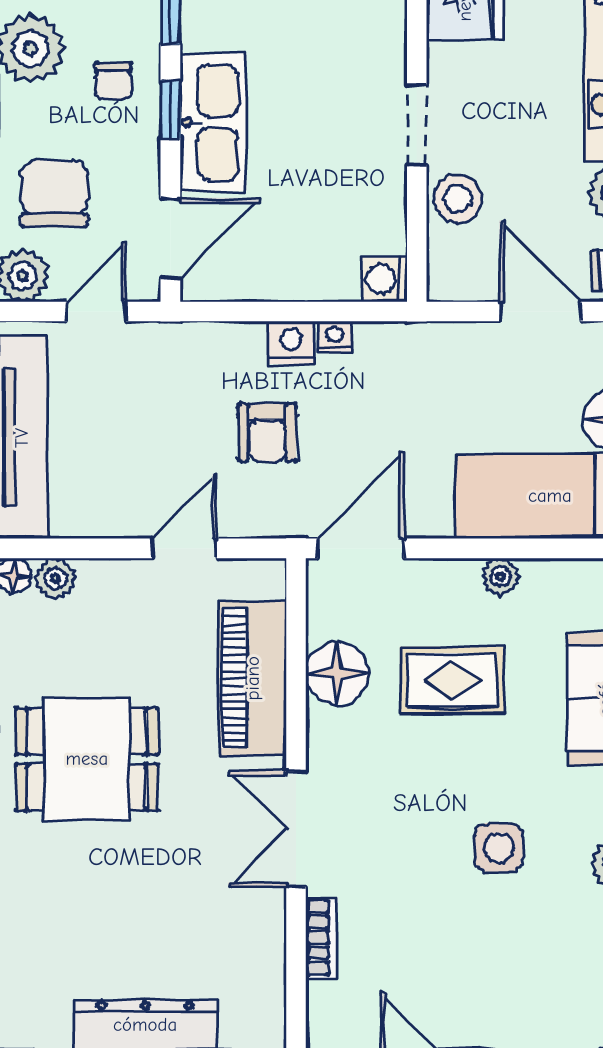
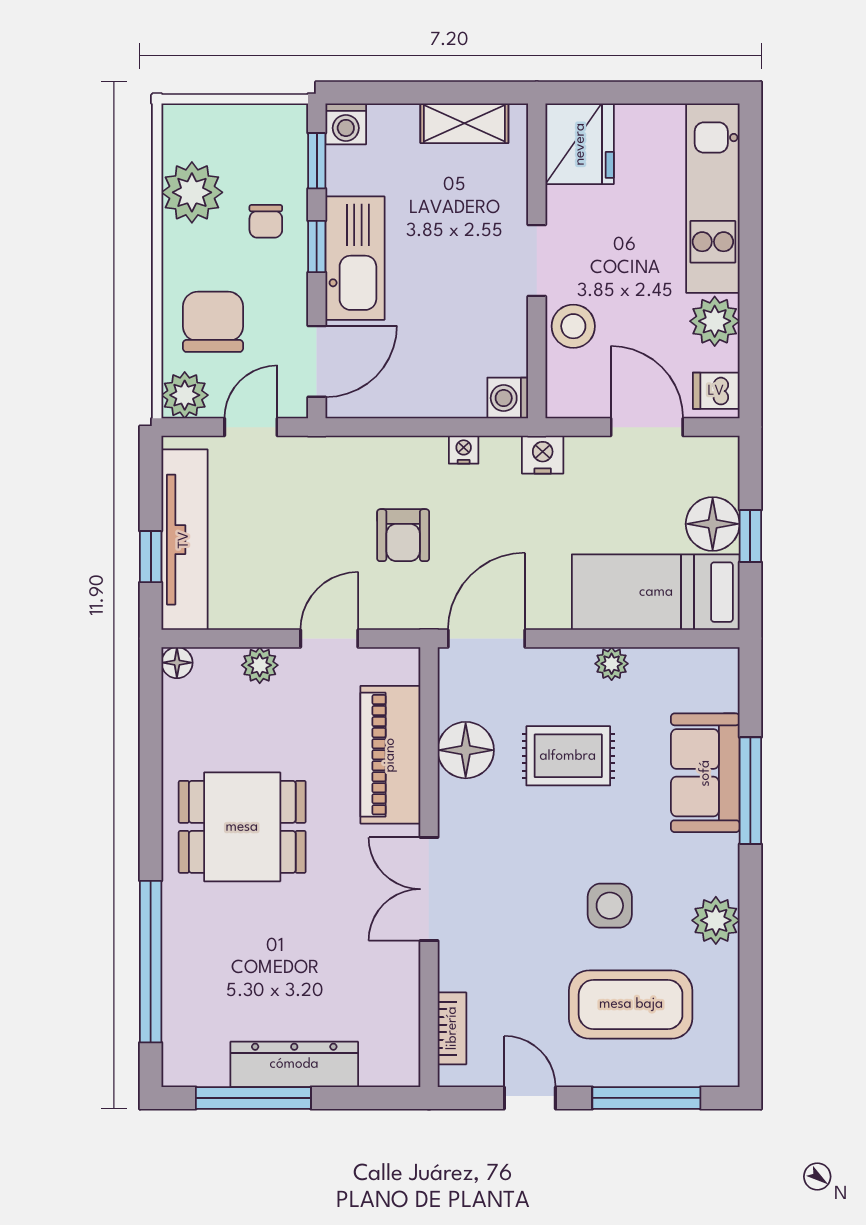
nightstand: (291, 342) -> (543, 455), moved
plant: (55, 578) -> (260, 665), moved
bookcase: (322, 937) -> (452, 1028), moved
coffee table: (522, 958) -> (631, 1004), added

